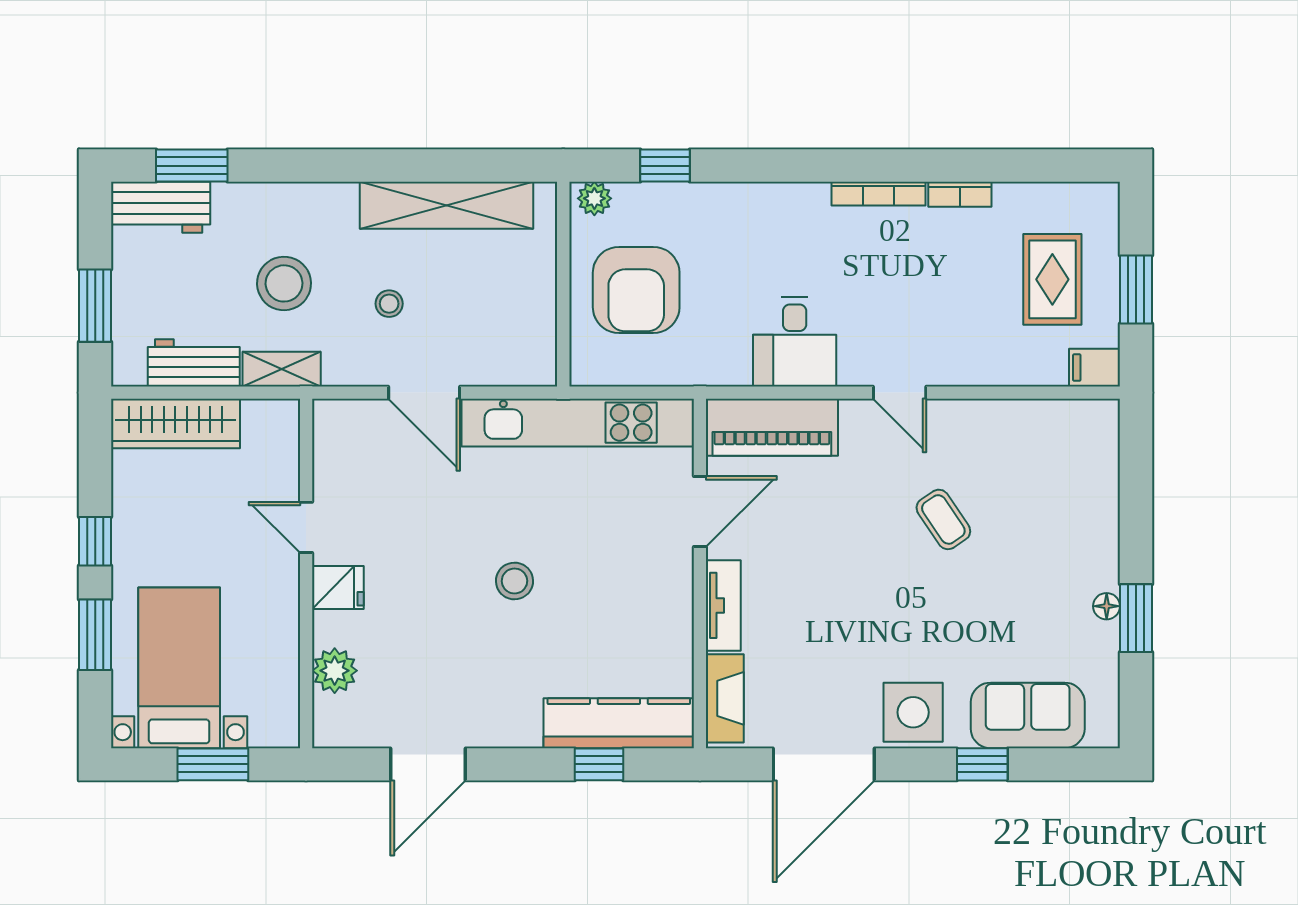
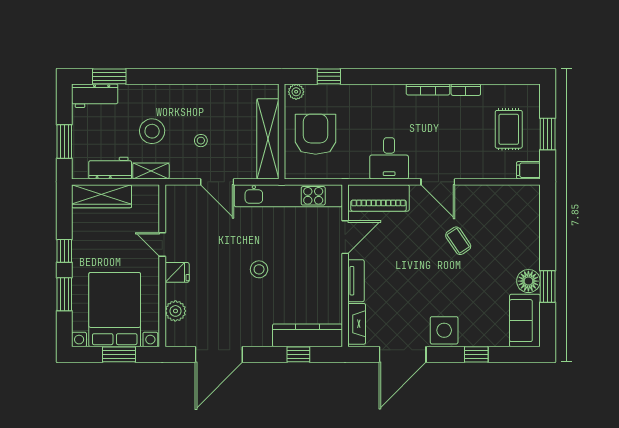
shelving: (447, 205) -> (268, 139), moved, turned 90
armchair: (636, 290) -> (316, 134), turned 180
door: (900, 393) -> (438, 182), width x1.38
floor lamp: (1107, 606) -> (528, 281), width x1.89, depth x1.89
bed with nightstands: (179, 668) -> (115, 310), width x1.36
sofa: (1028, 715) -> (525, 321), moved, turned -90
door: (428, 764) -> (219, 354), width x1.36

